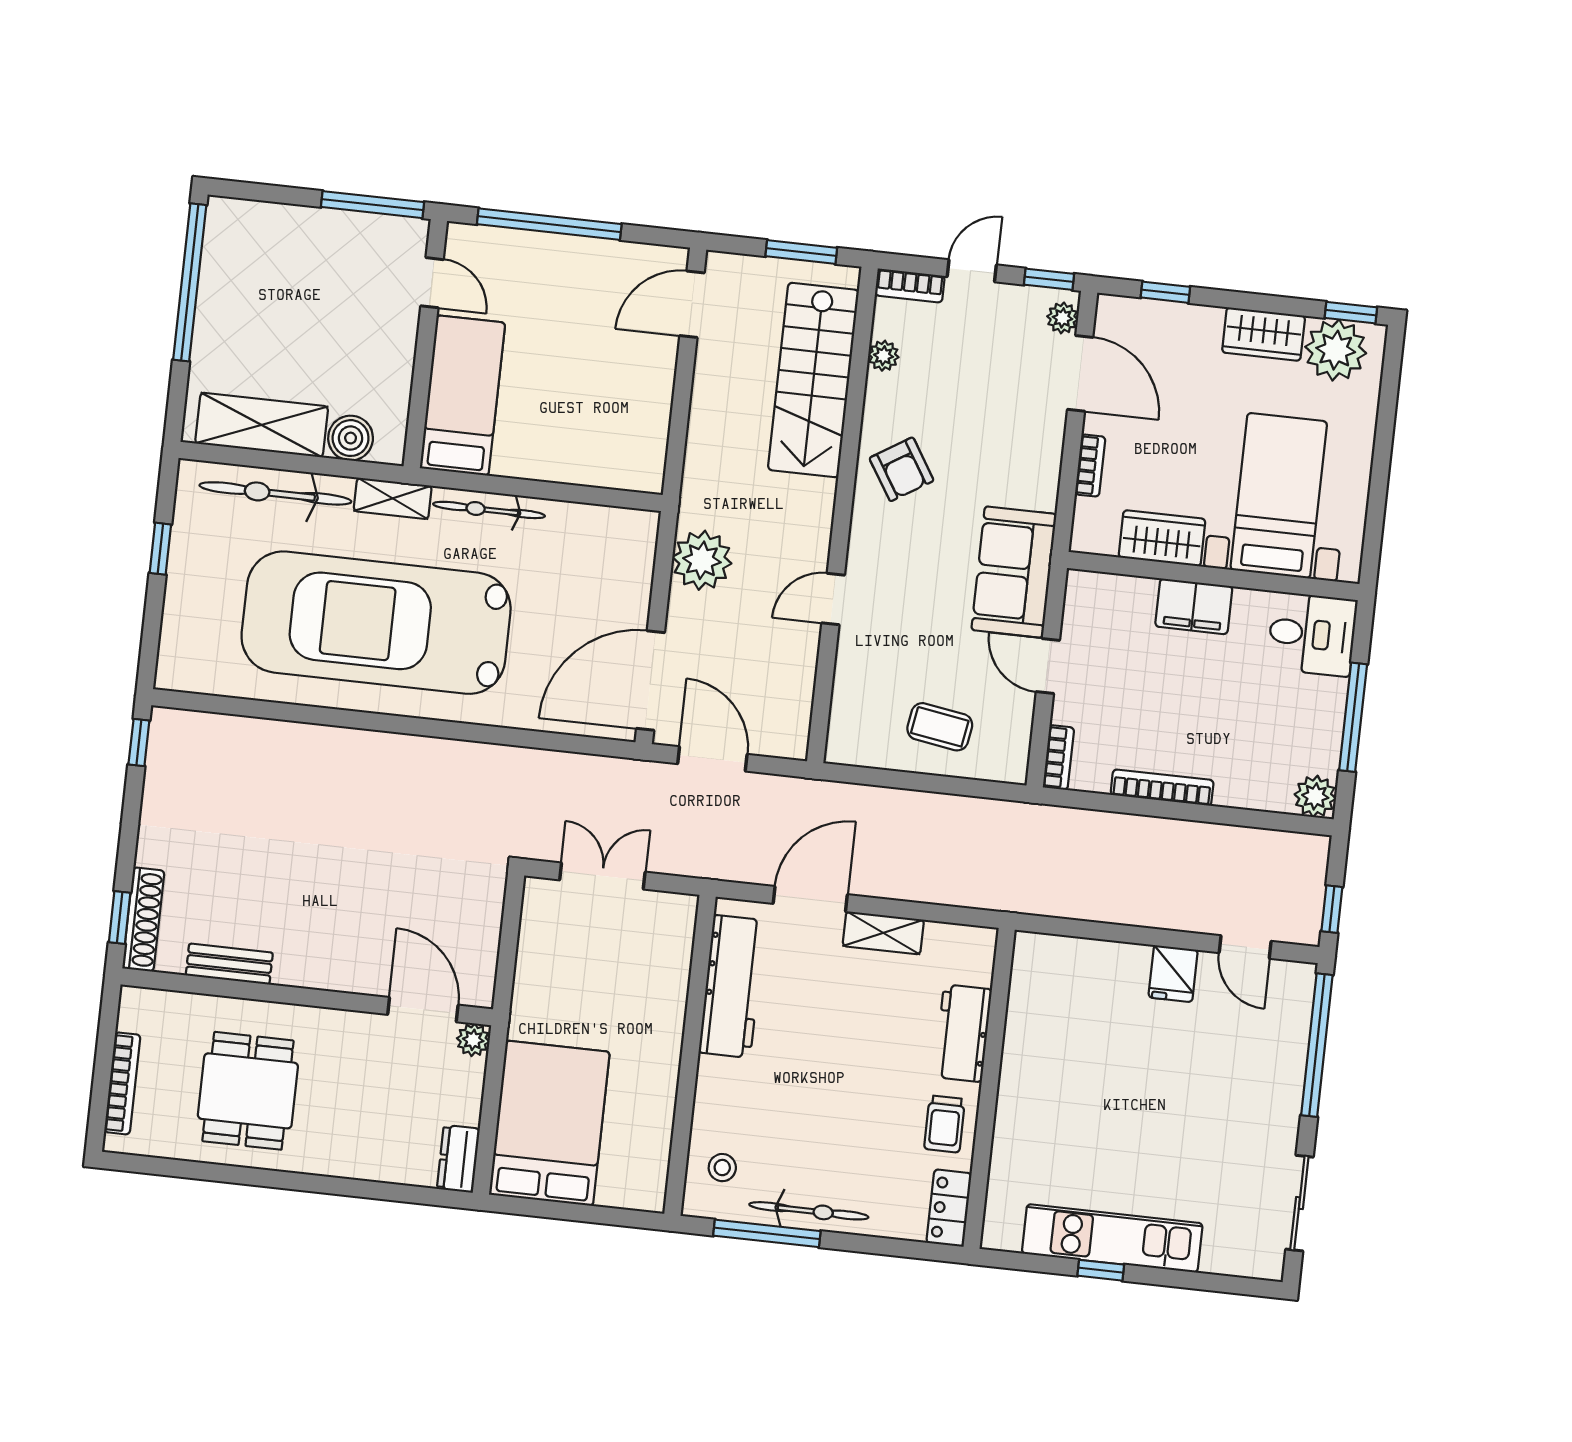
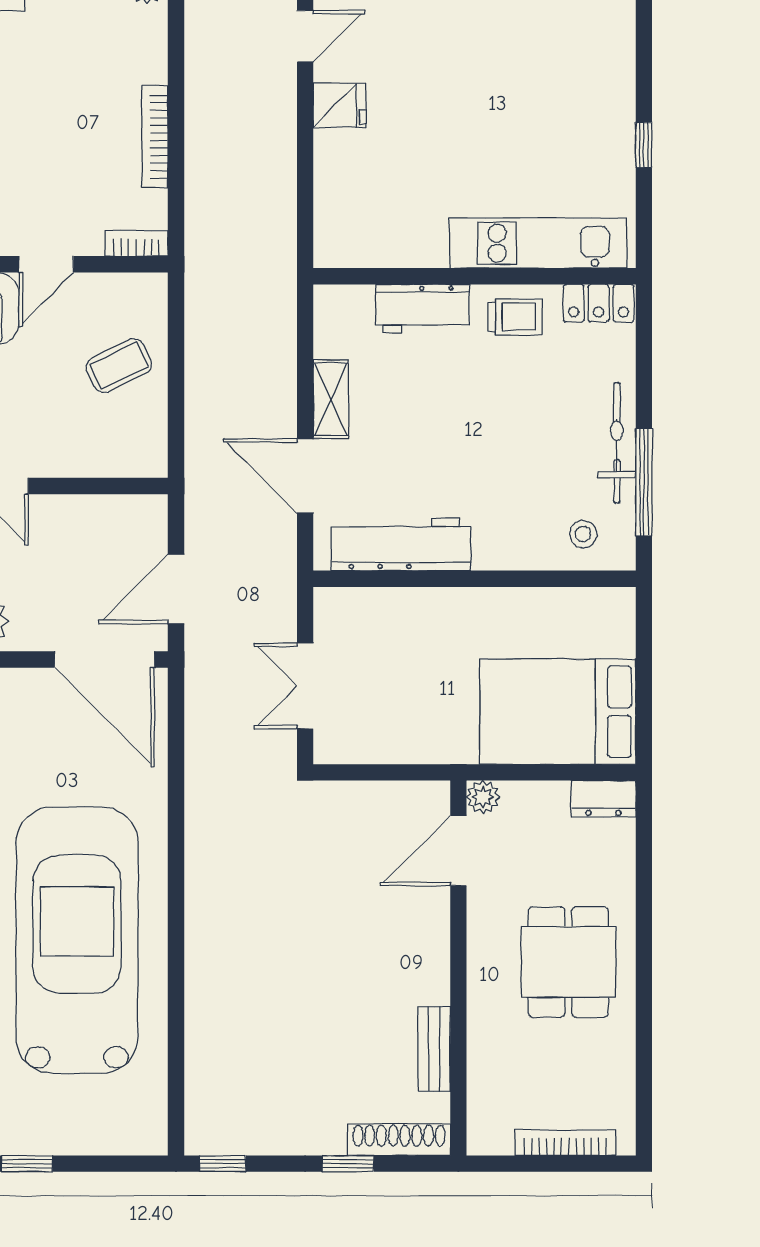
car: (376, 623) -> (77, 940), turned 180
coffee table: (940, 727) -> (119, 365), turned 55
window: (120, 917) -> (348, 1164), moved
dining table: (248, 1091) -> (568, 962), moved, turned 90
kitchen unit: (1112, 1238) -> (538, 243), moved, turned 90

